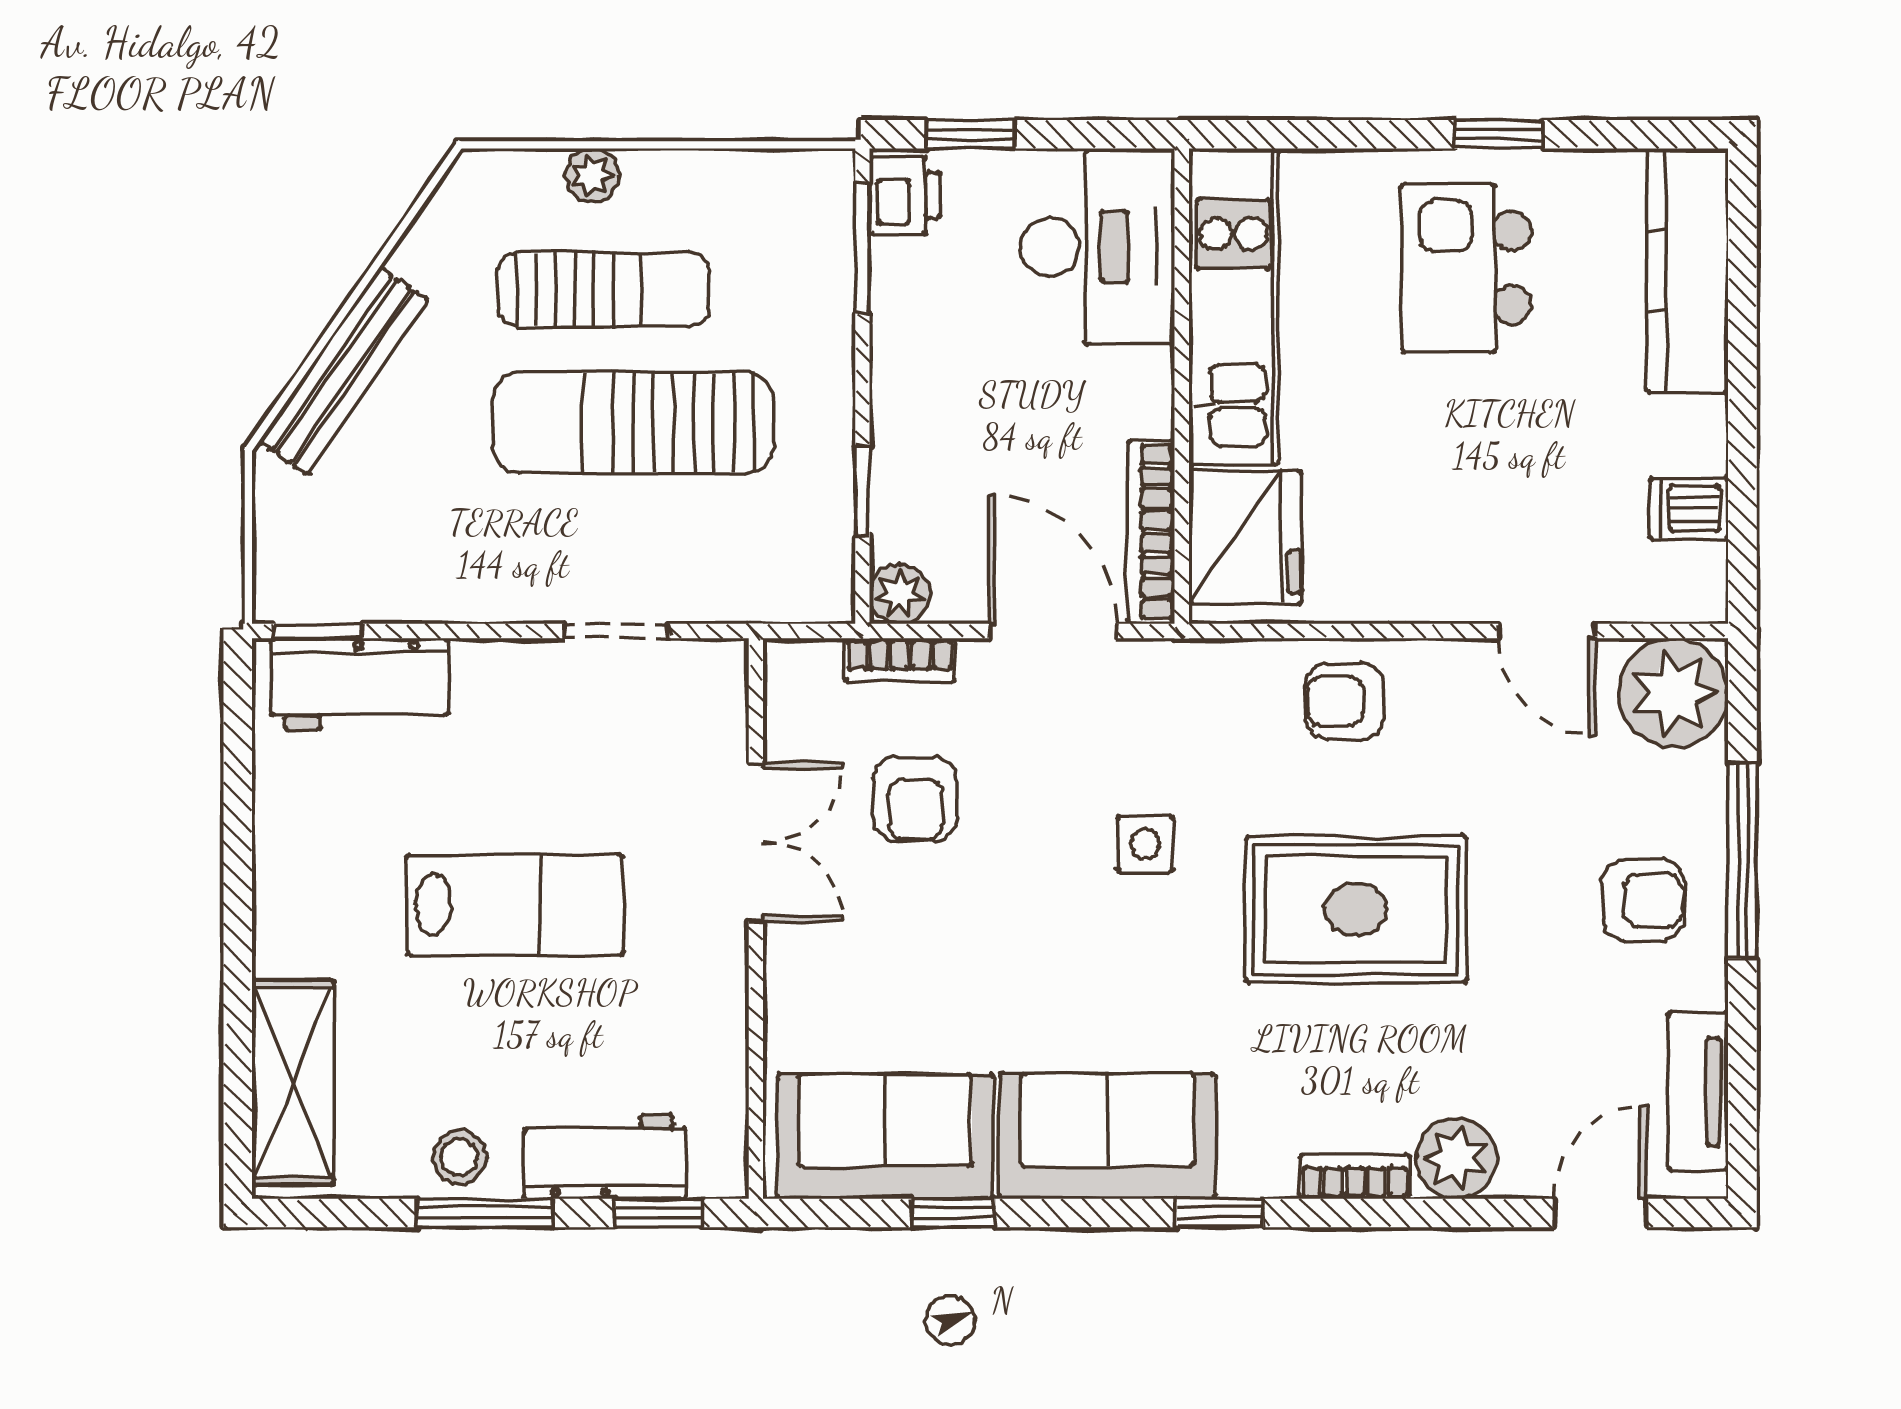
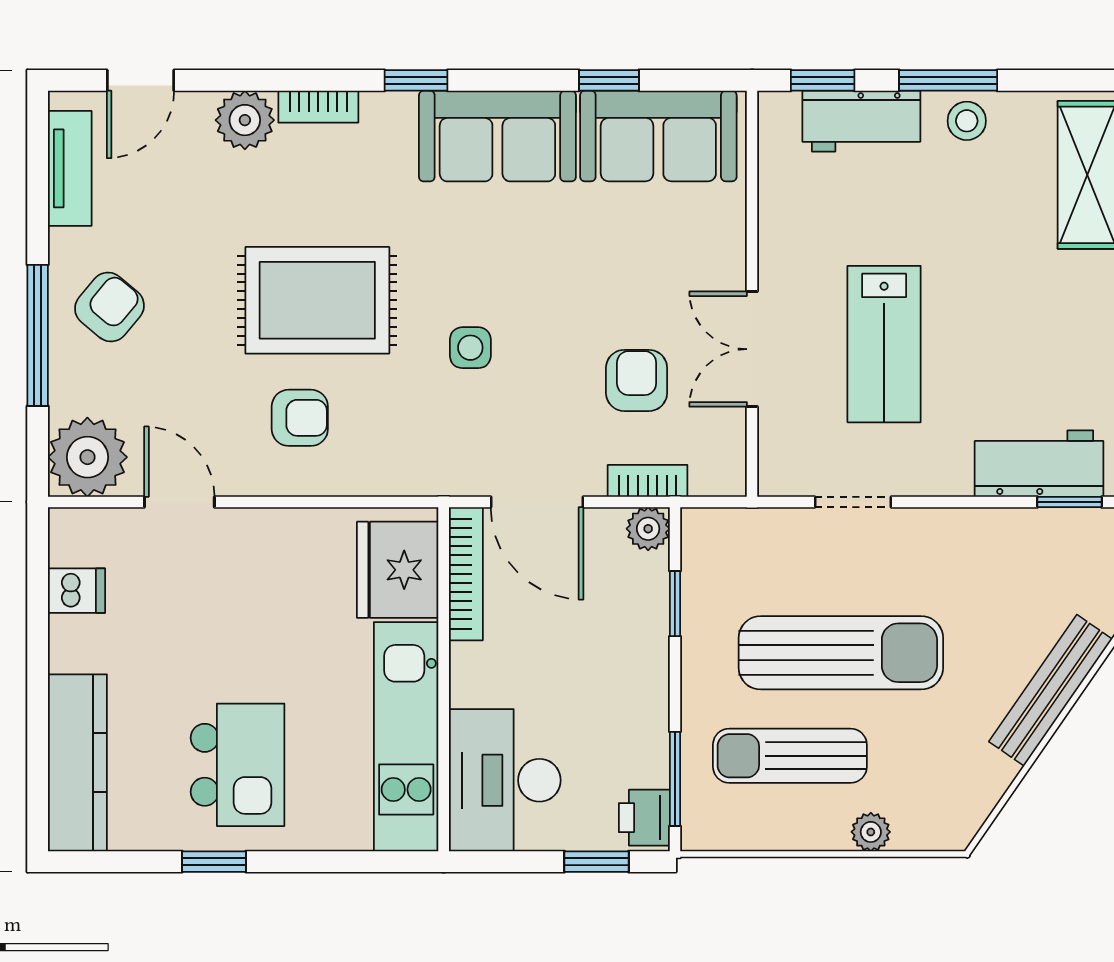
sun lounger: (603, 289) -> (790, 756), moved
armchair: (1344, 701) -> (300, 418), moved
armchair: (1643, 900) -> (109, 307), turned 130
lab bench: (515, 905) -> (884, 344), moved, turned -90

